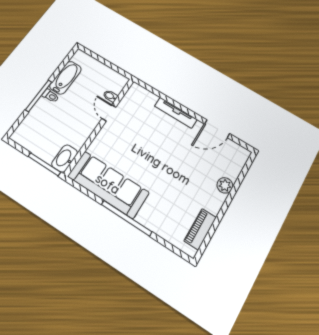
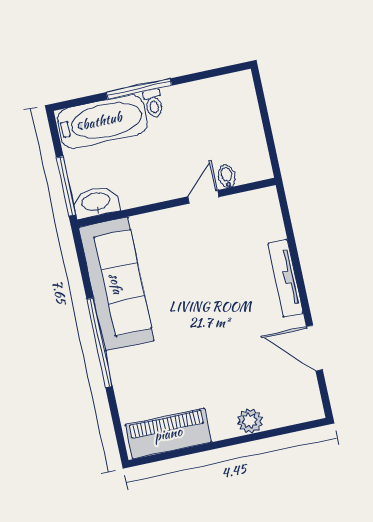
bathtub: (66, 78) -> (102, 121), moved, width x1.36, depth x1.36
piano: (200, 229) -> (168, 434), width x1.37, depth x1.33

